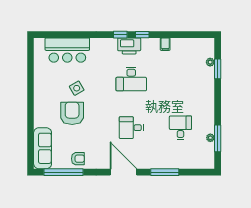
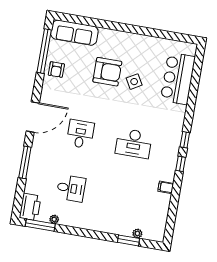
printer: (129, 46) -> (30, 207), moved, turned 180
desk: (131, 79) -> (134, 143), turned -90
window: (218, 138) -> (40, 225), moved

